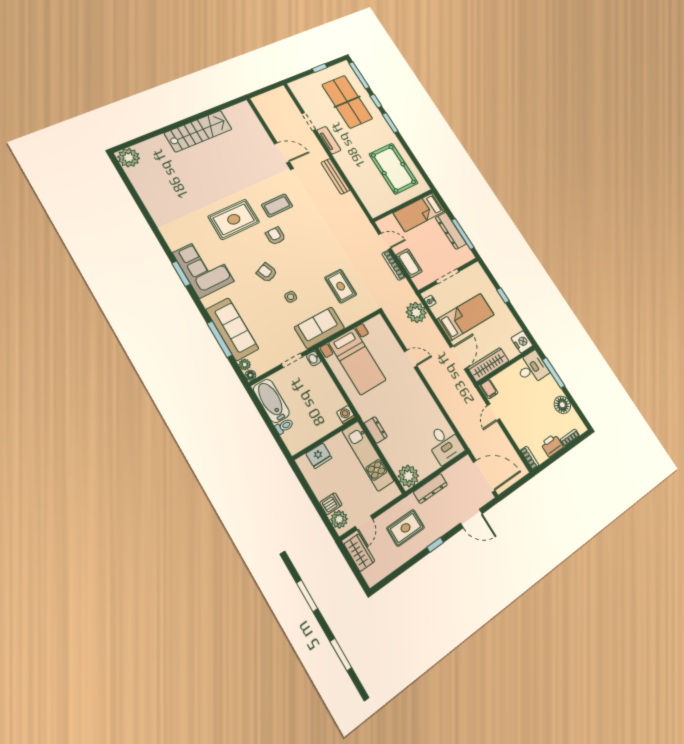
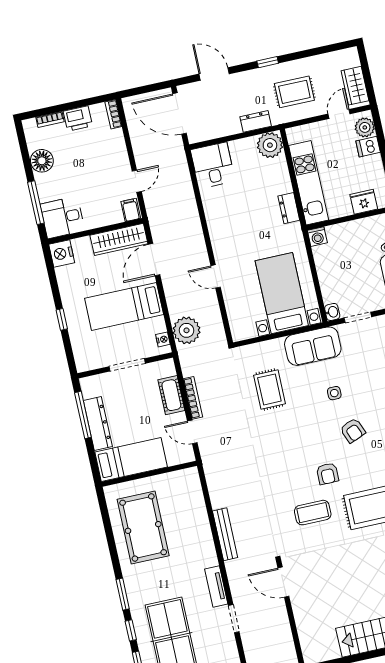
dresser: (430, 488) -> (256, 121), width x0.70

